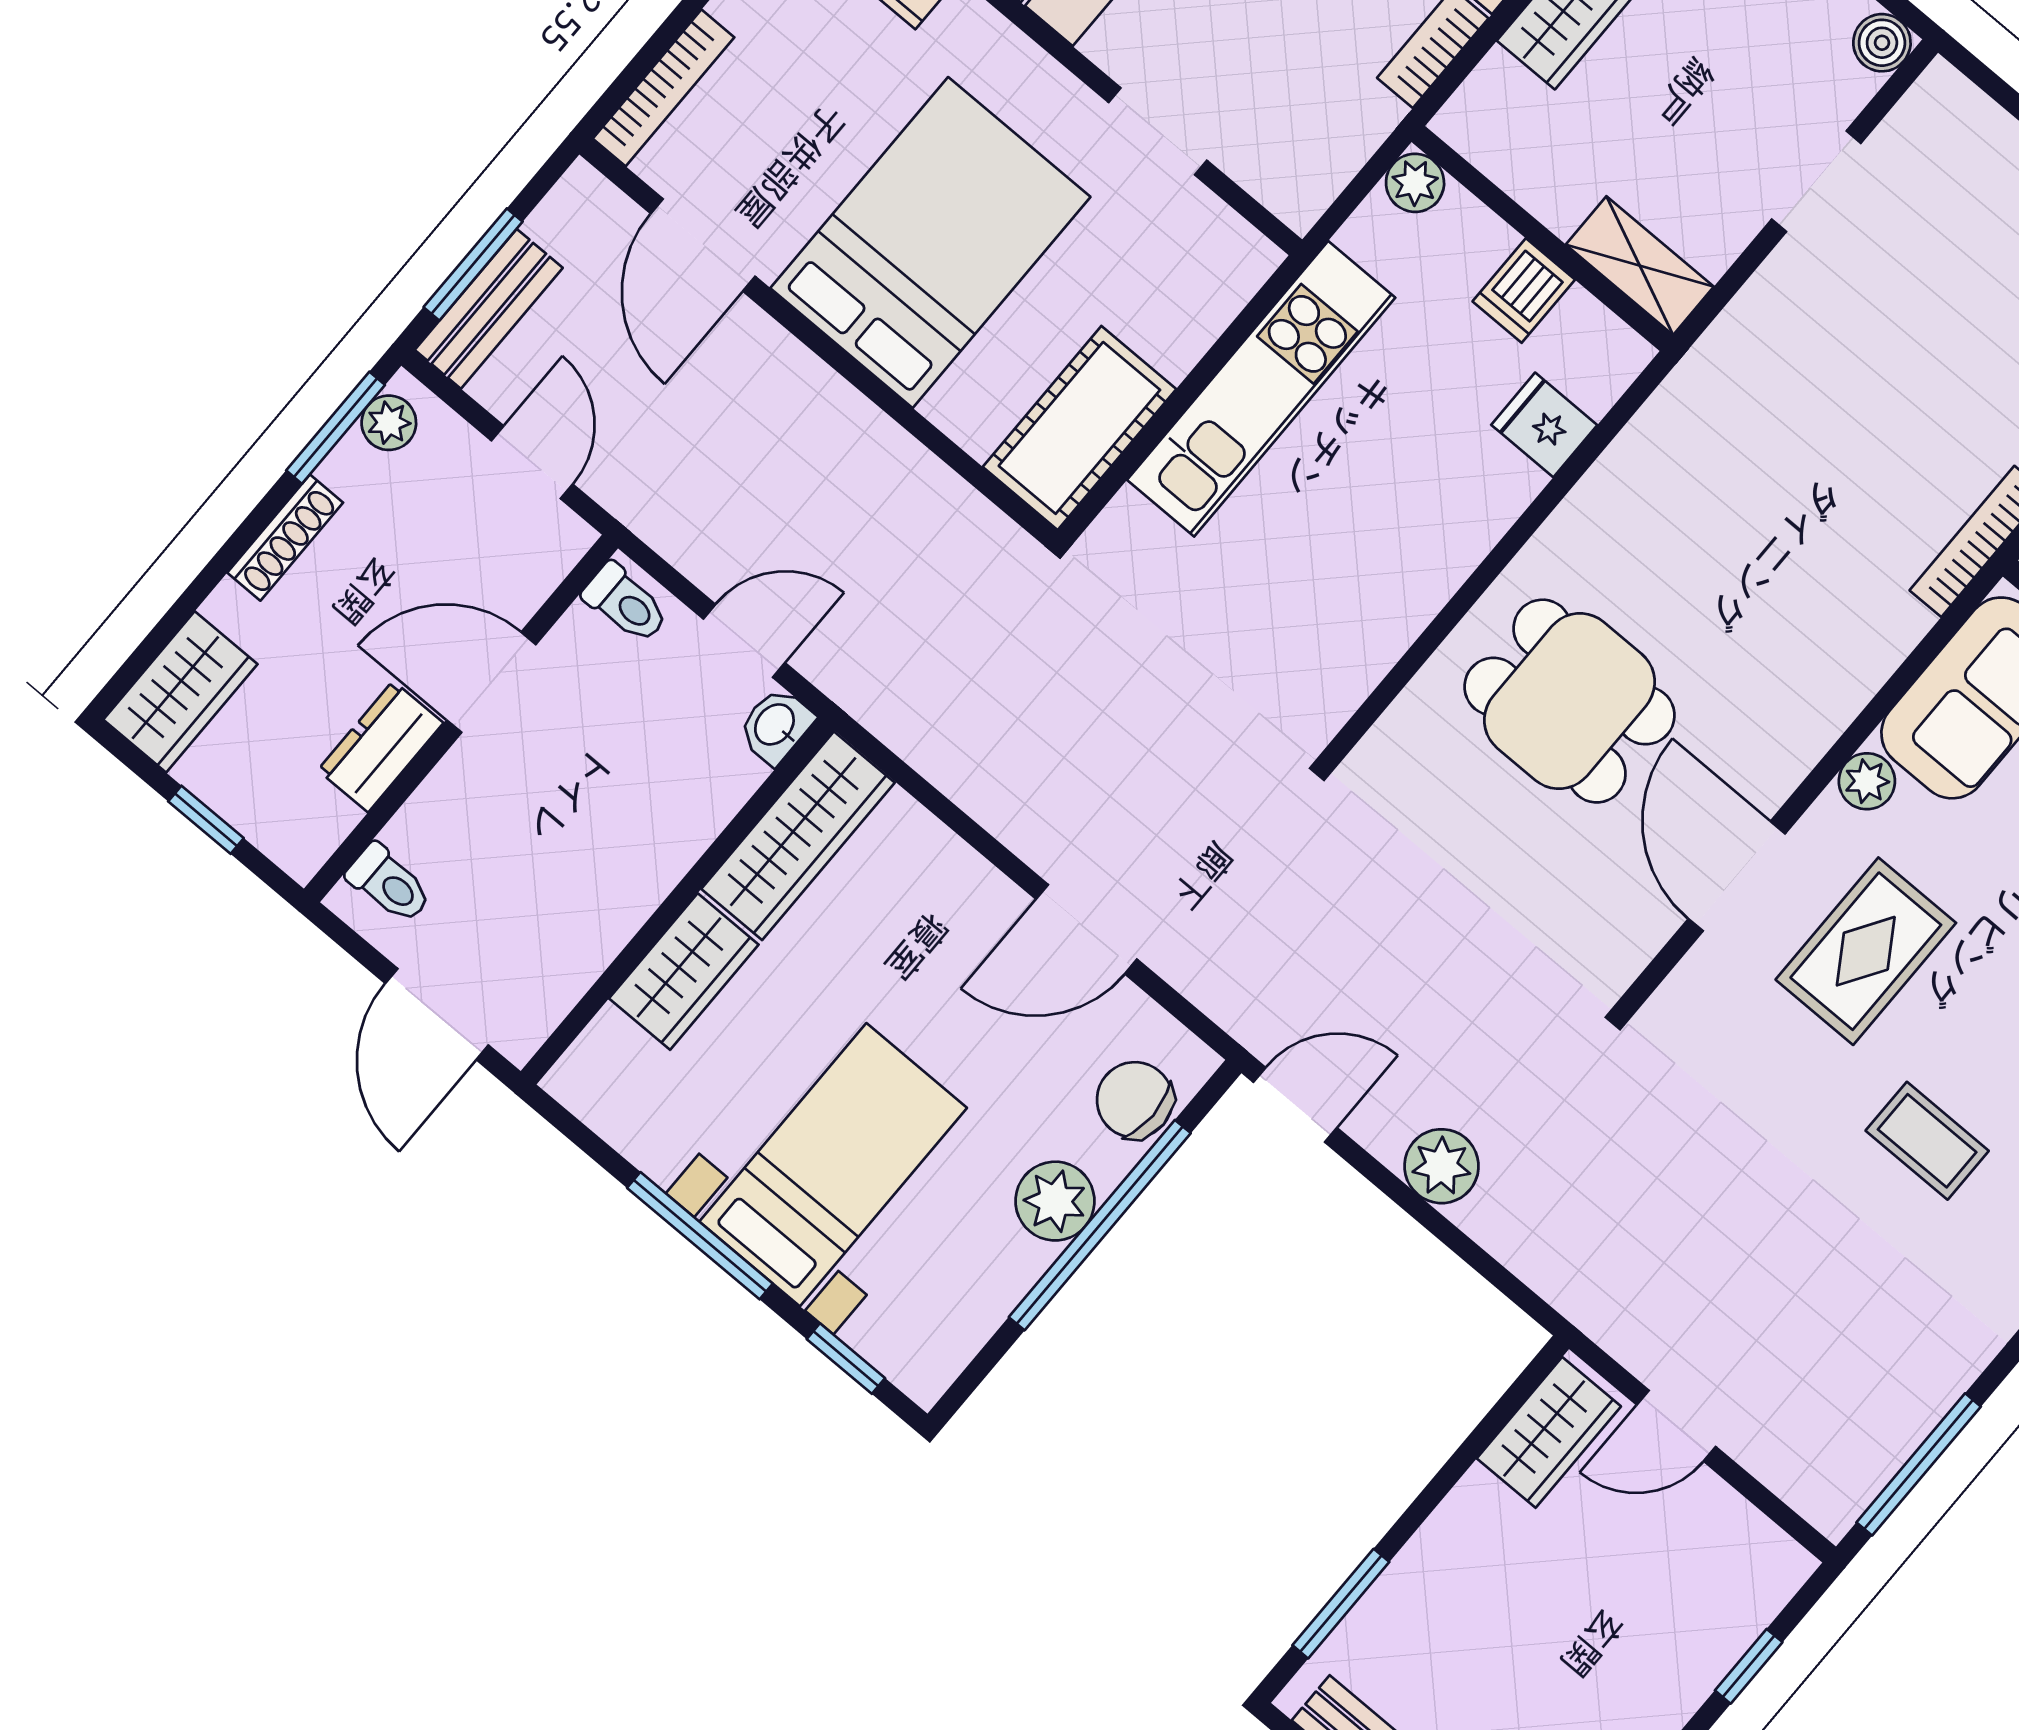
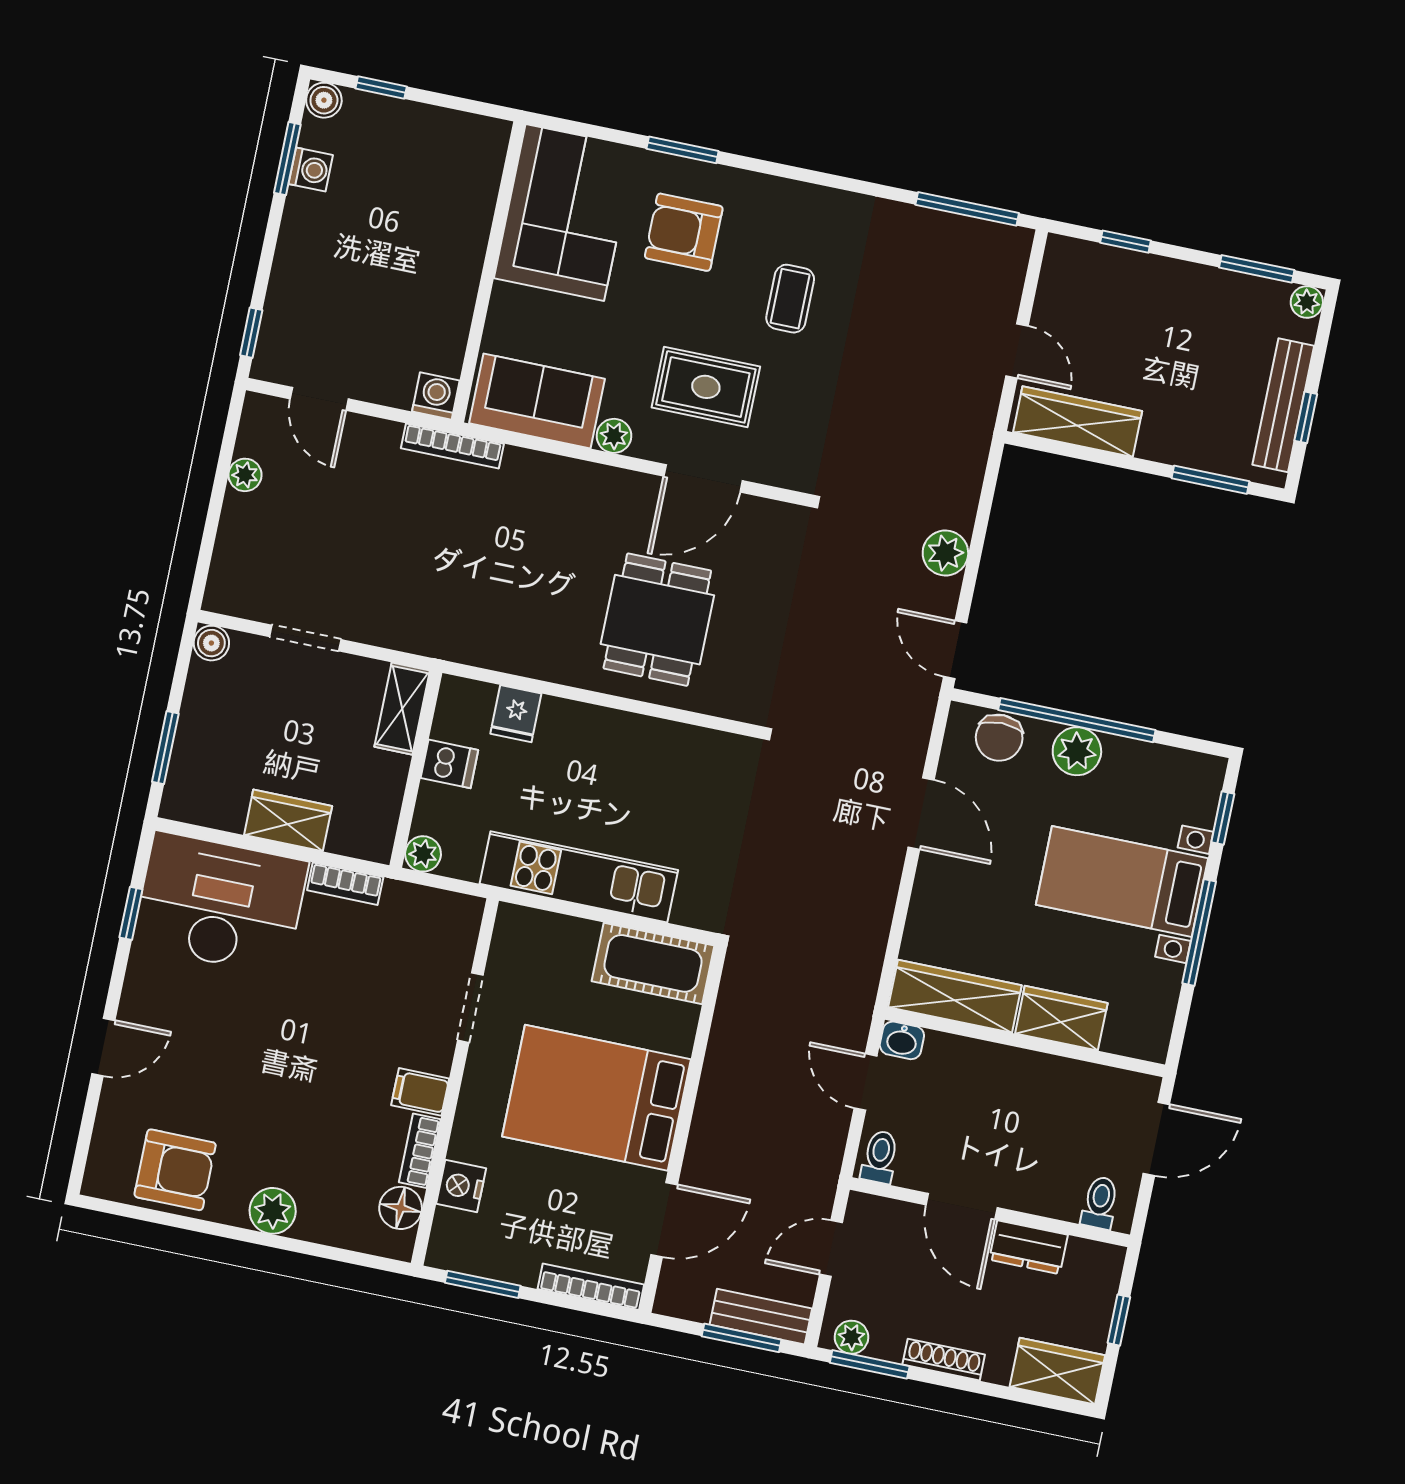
wardrobe: (1549, 1432) -> (1078, 422), width x1.50

